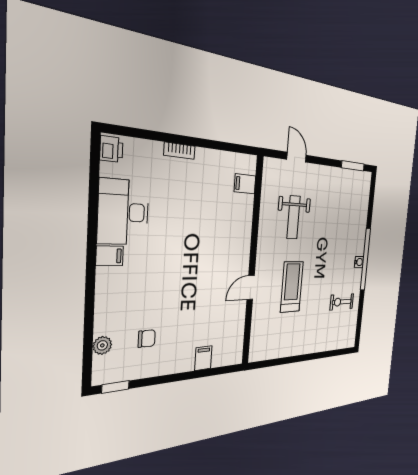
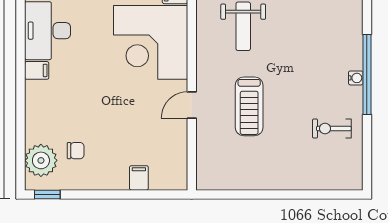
corner desk: (222, 229) -> (151, 42), added
treadmill: (292, 287) -> (249, 106), turned 180
plant: (102, 345) -> (41, 160), width x1.88, depth x1.88

